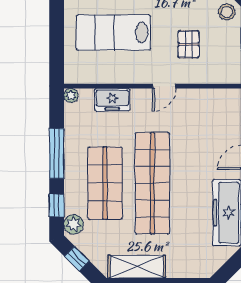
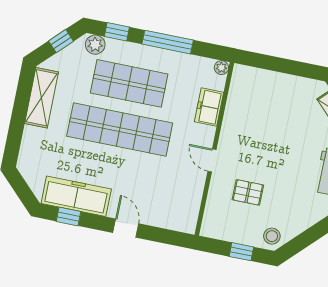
lab bench: (114, 32) -> (274, 122), removed

